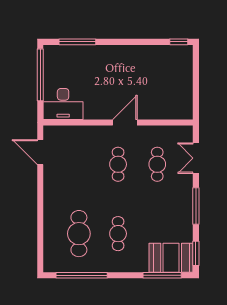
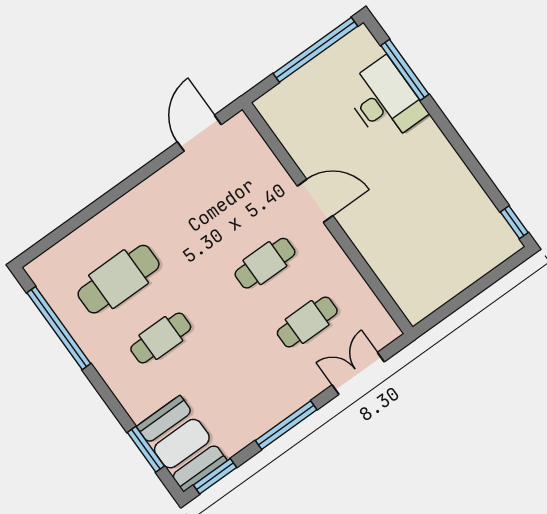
desk: (63, 104) -> (385, 101), moved, turned 180
door: (125, 123) -> (315, 201), moved
window: (162, 275) -> (146, 449), width x0.69

